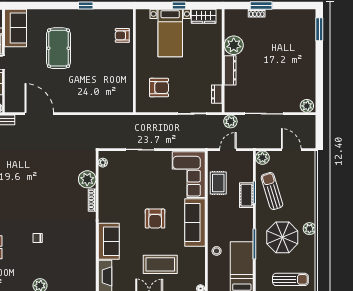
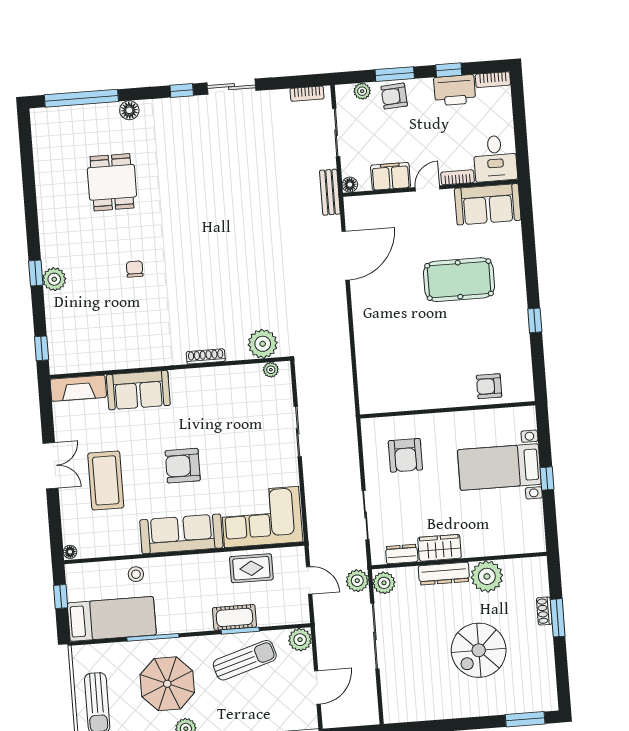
wardrobe: (204, 16) -> (440, 548), moved, turned 90
armchair: (122, 35) -> (489, 386), turned -90
spiral stairs: (277, 53) -> (479, 650), added
plant: (307, 106) -> (384, 583), moved
plant: (87, 179) -> (263, 344), moved

